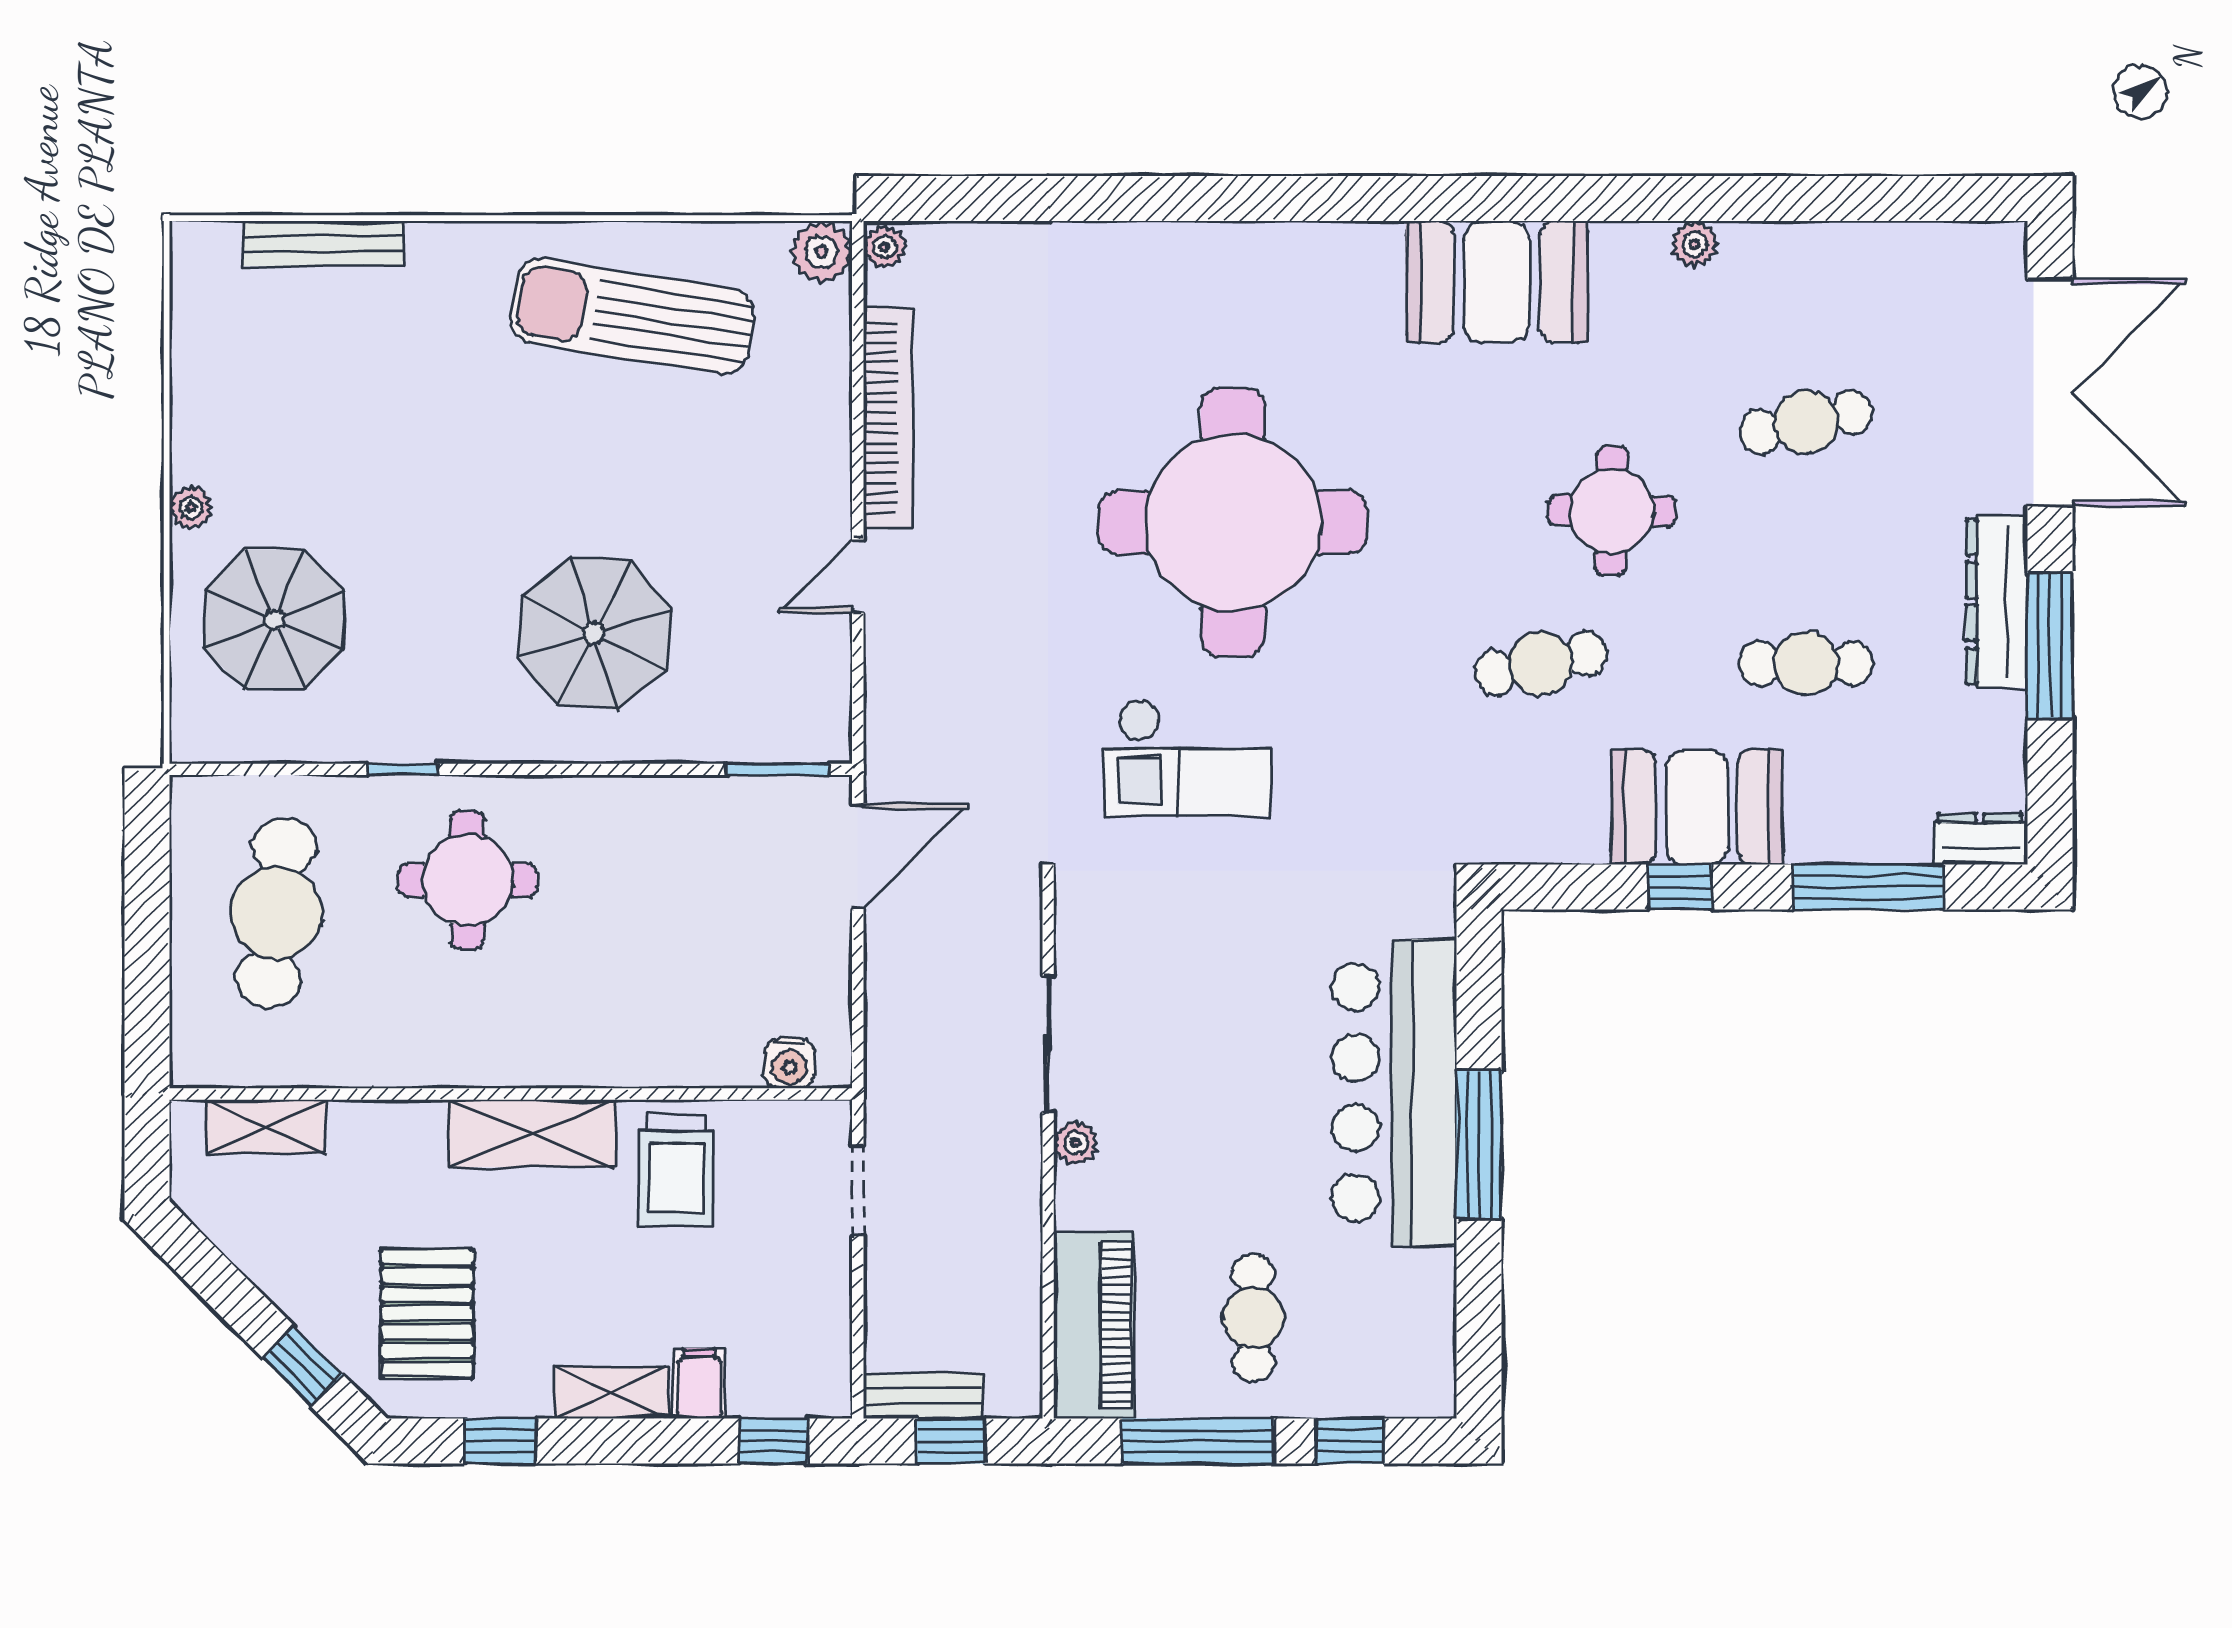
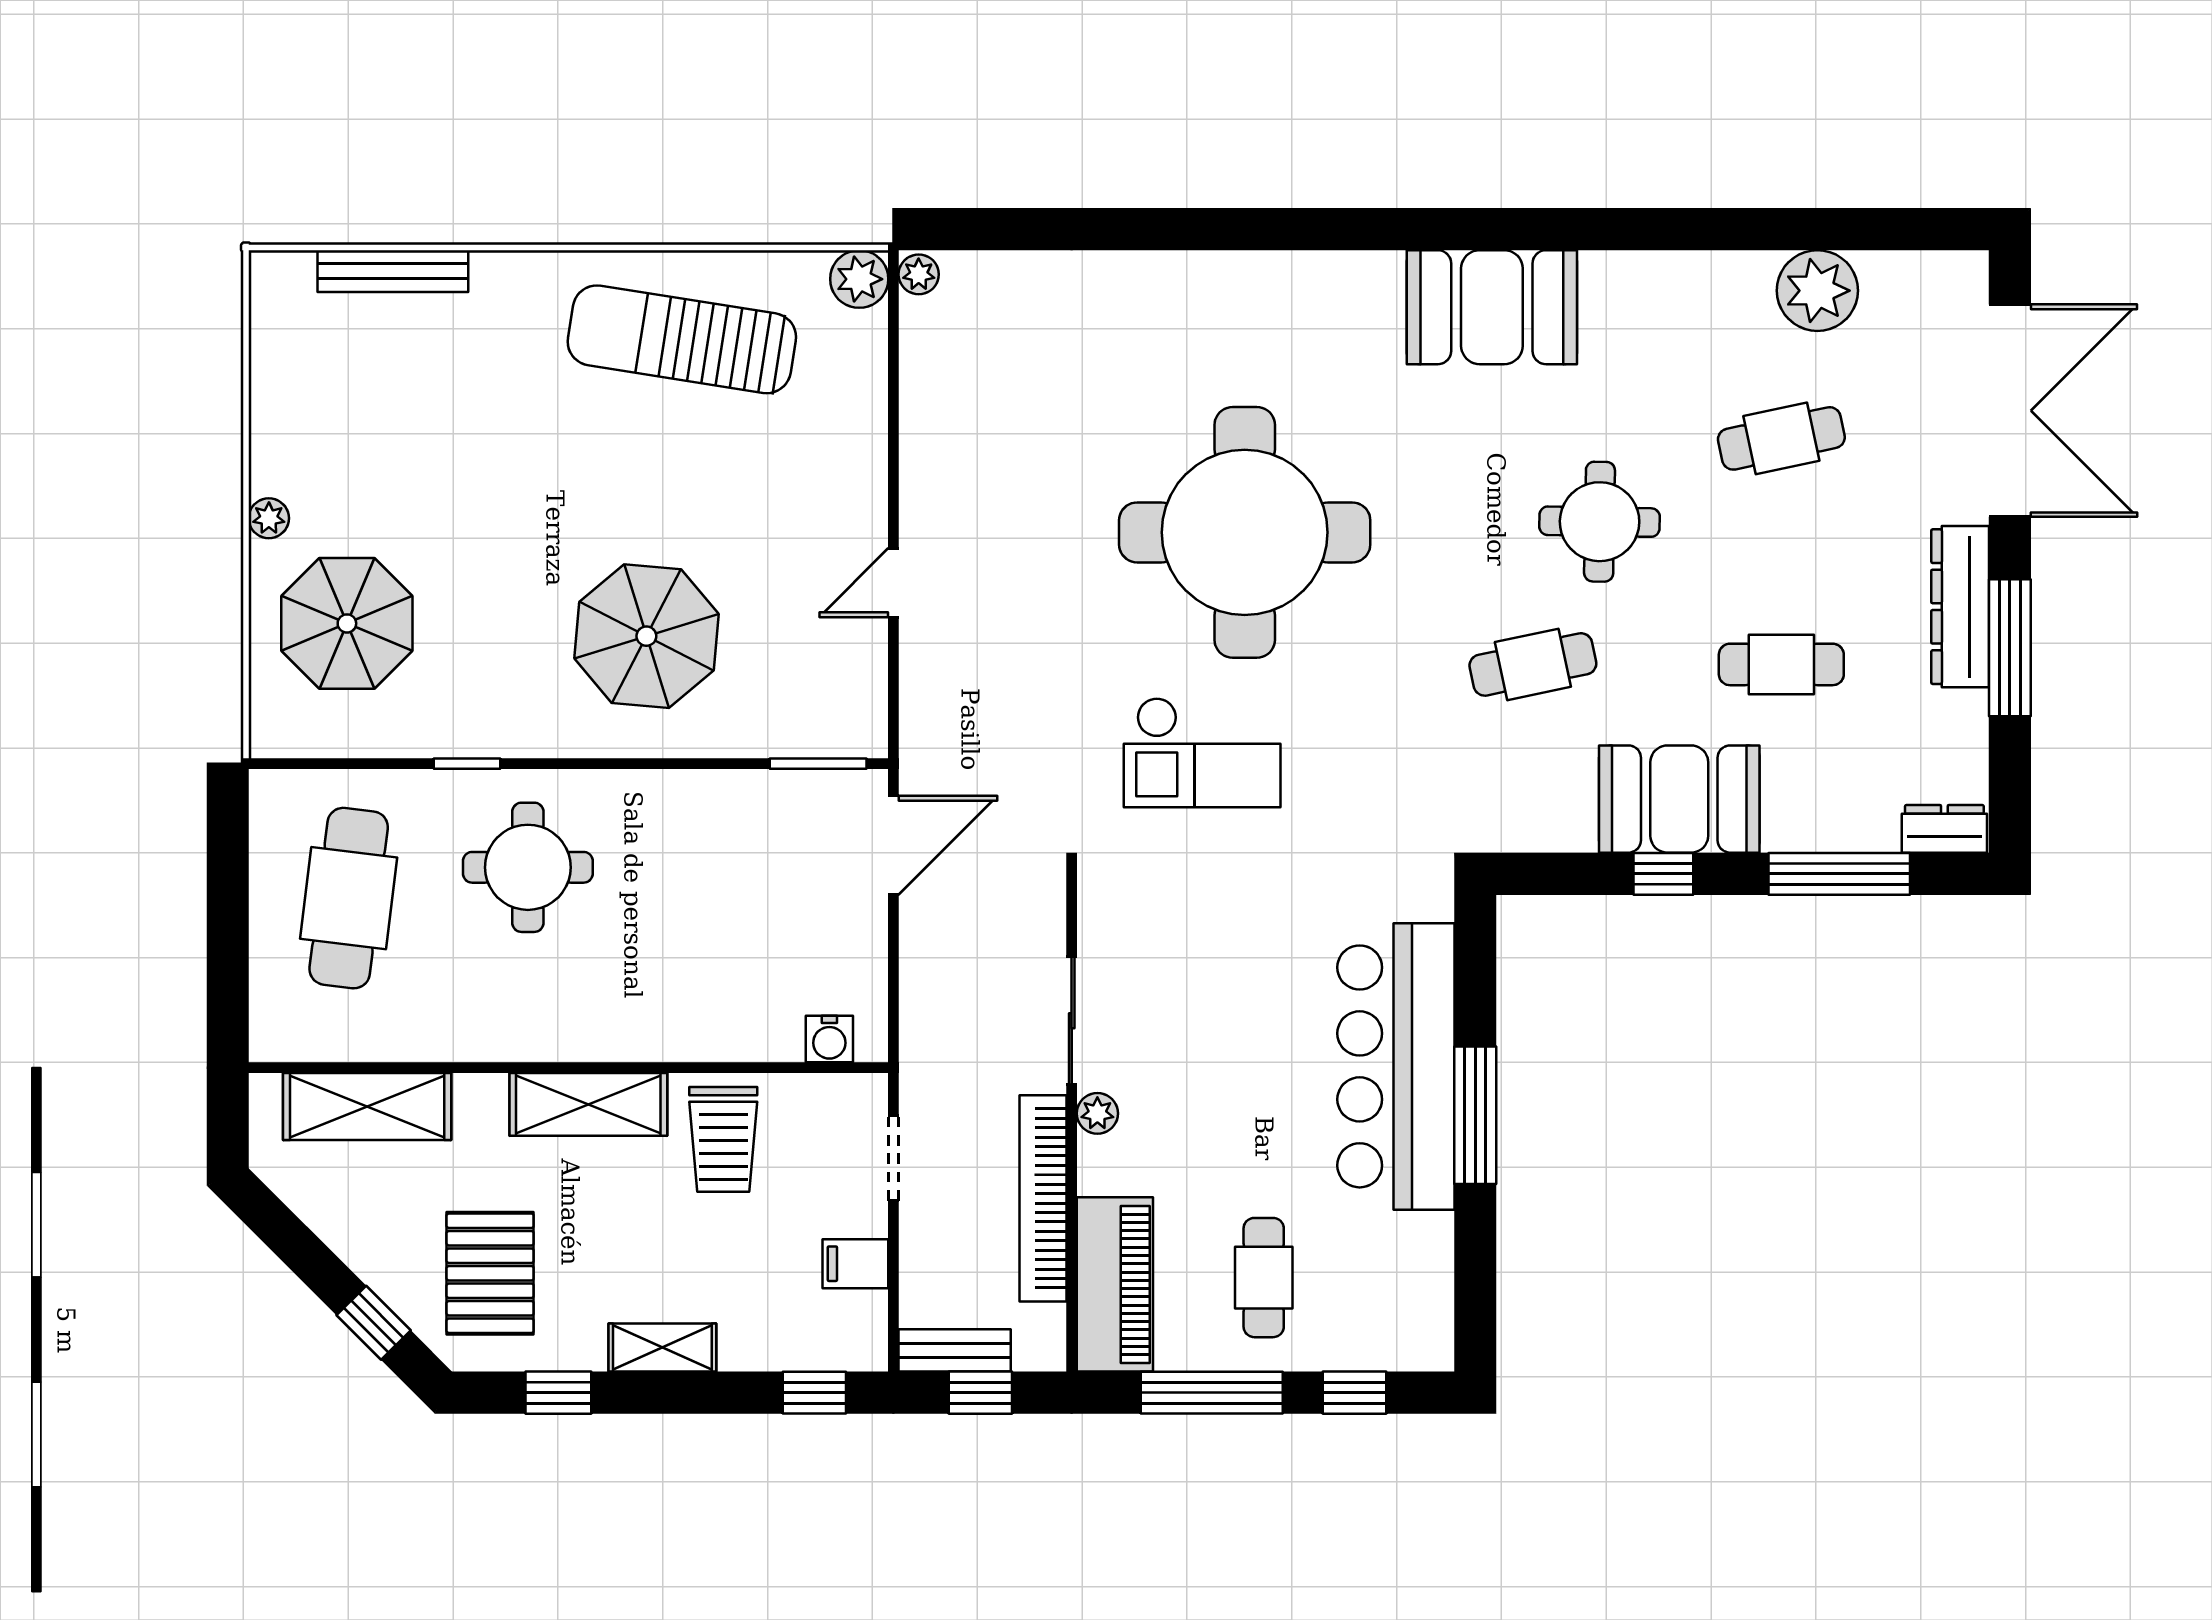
plant: (1695, 244) -> (1817, 291), moved, width x1.88, depth x1.88
bookcase: (888, 418) -> (1043, 1198), moved, turned 180
shelving: (266, 1126) -> (367, 1107), width x1.50, depth x1.33
filing cabinet: (699, 1384) -> (855, 1264), moved, turned -90

